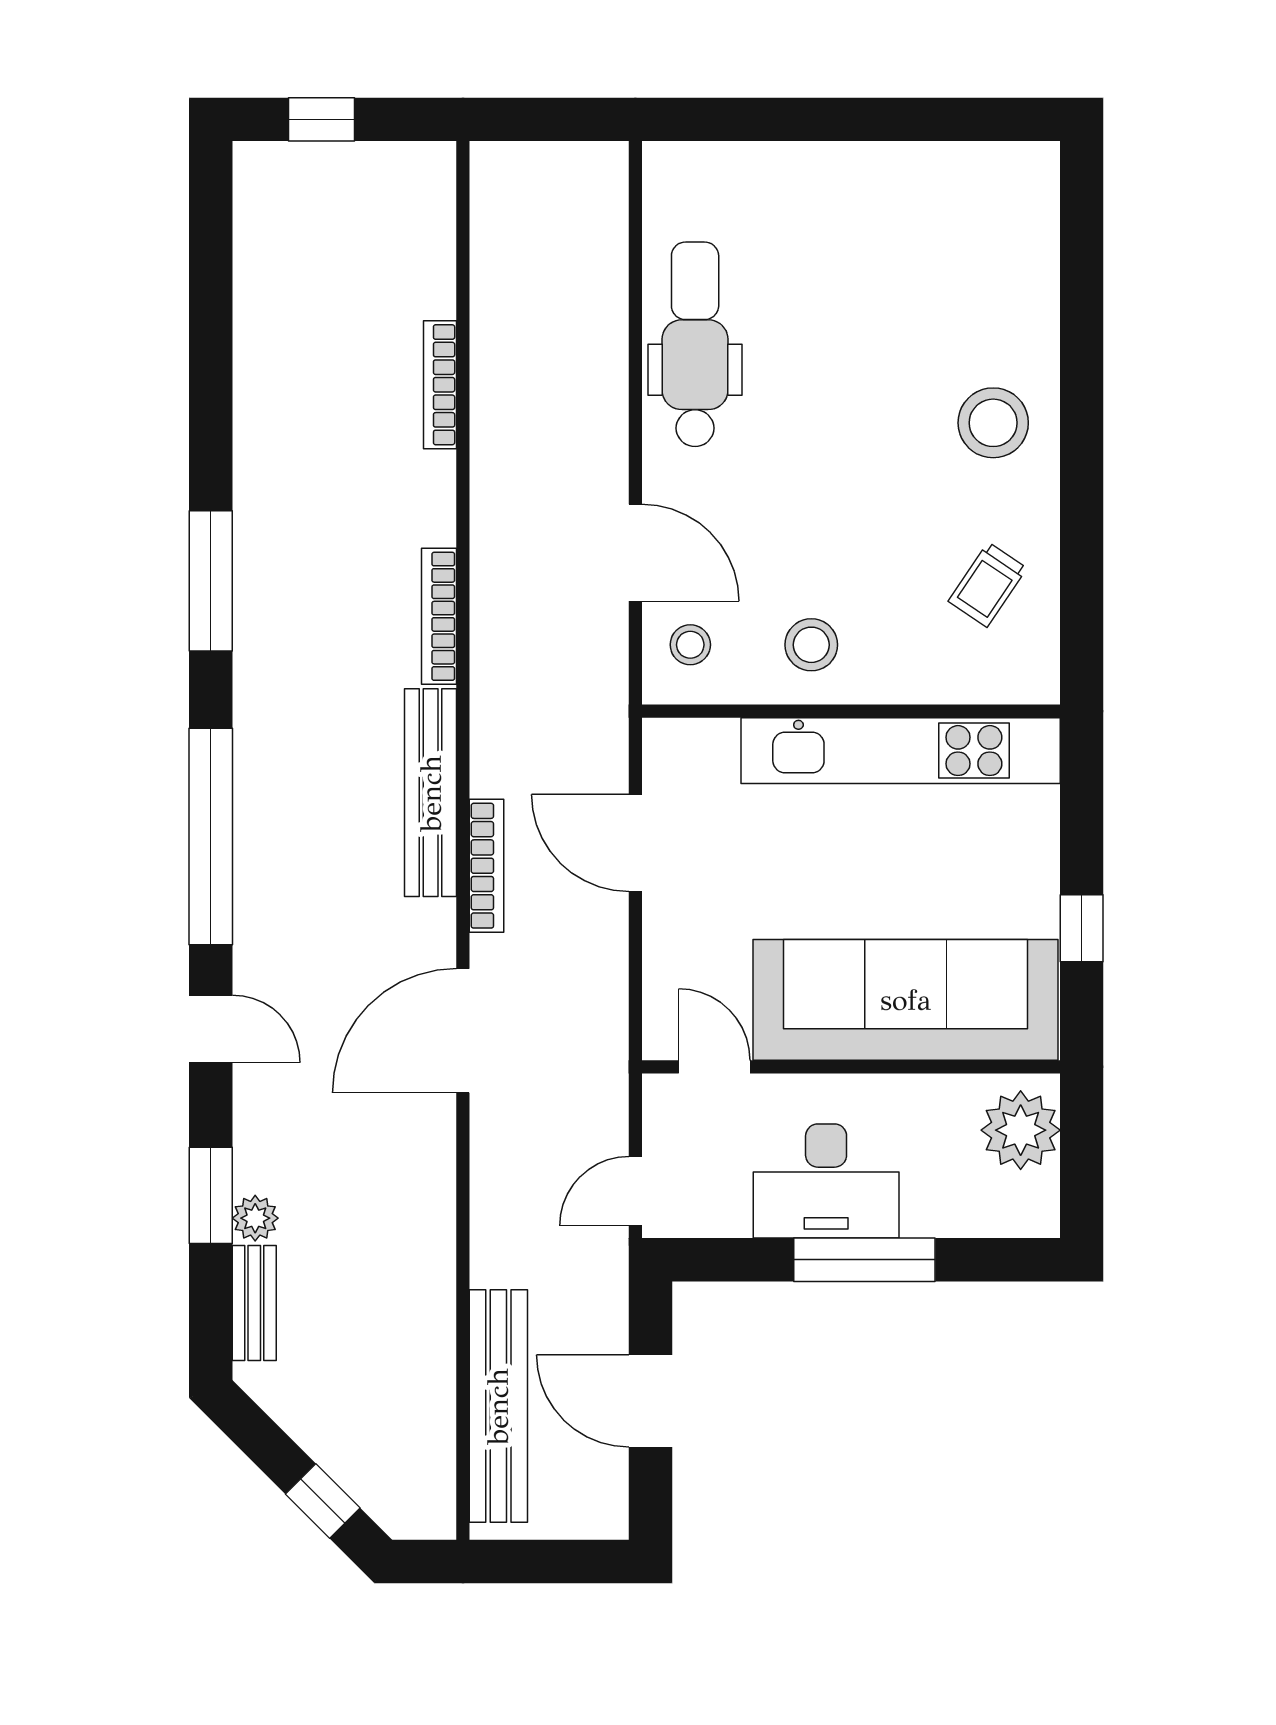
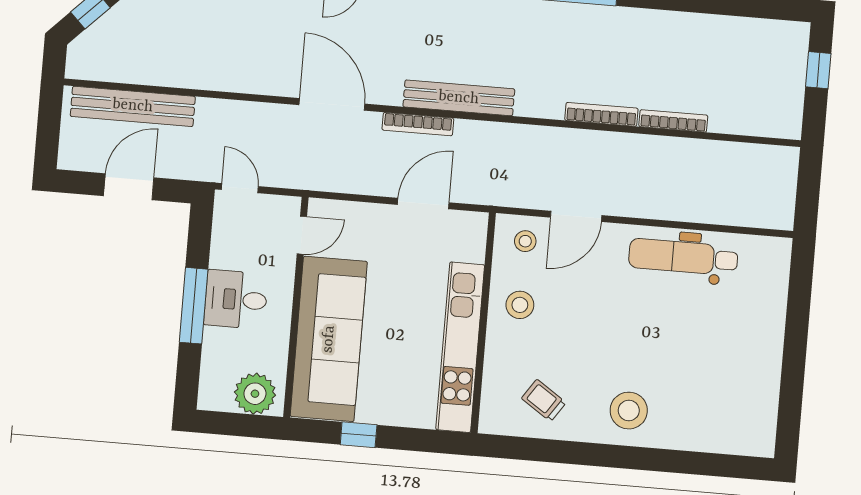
dental chair: (695, 344) -> (683, 257), turned 180
bookcase: (439, 616) -> (601, 114), moved
desk: (826, 1181) -> (236, 299), width x0.73

